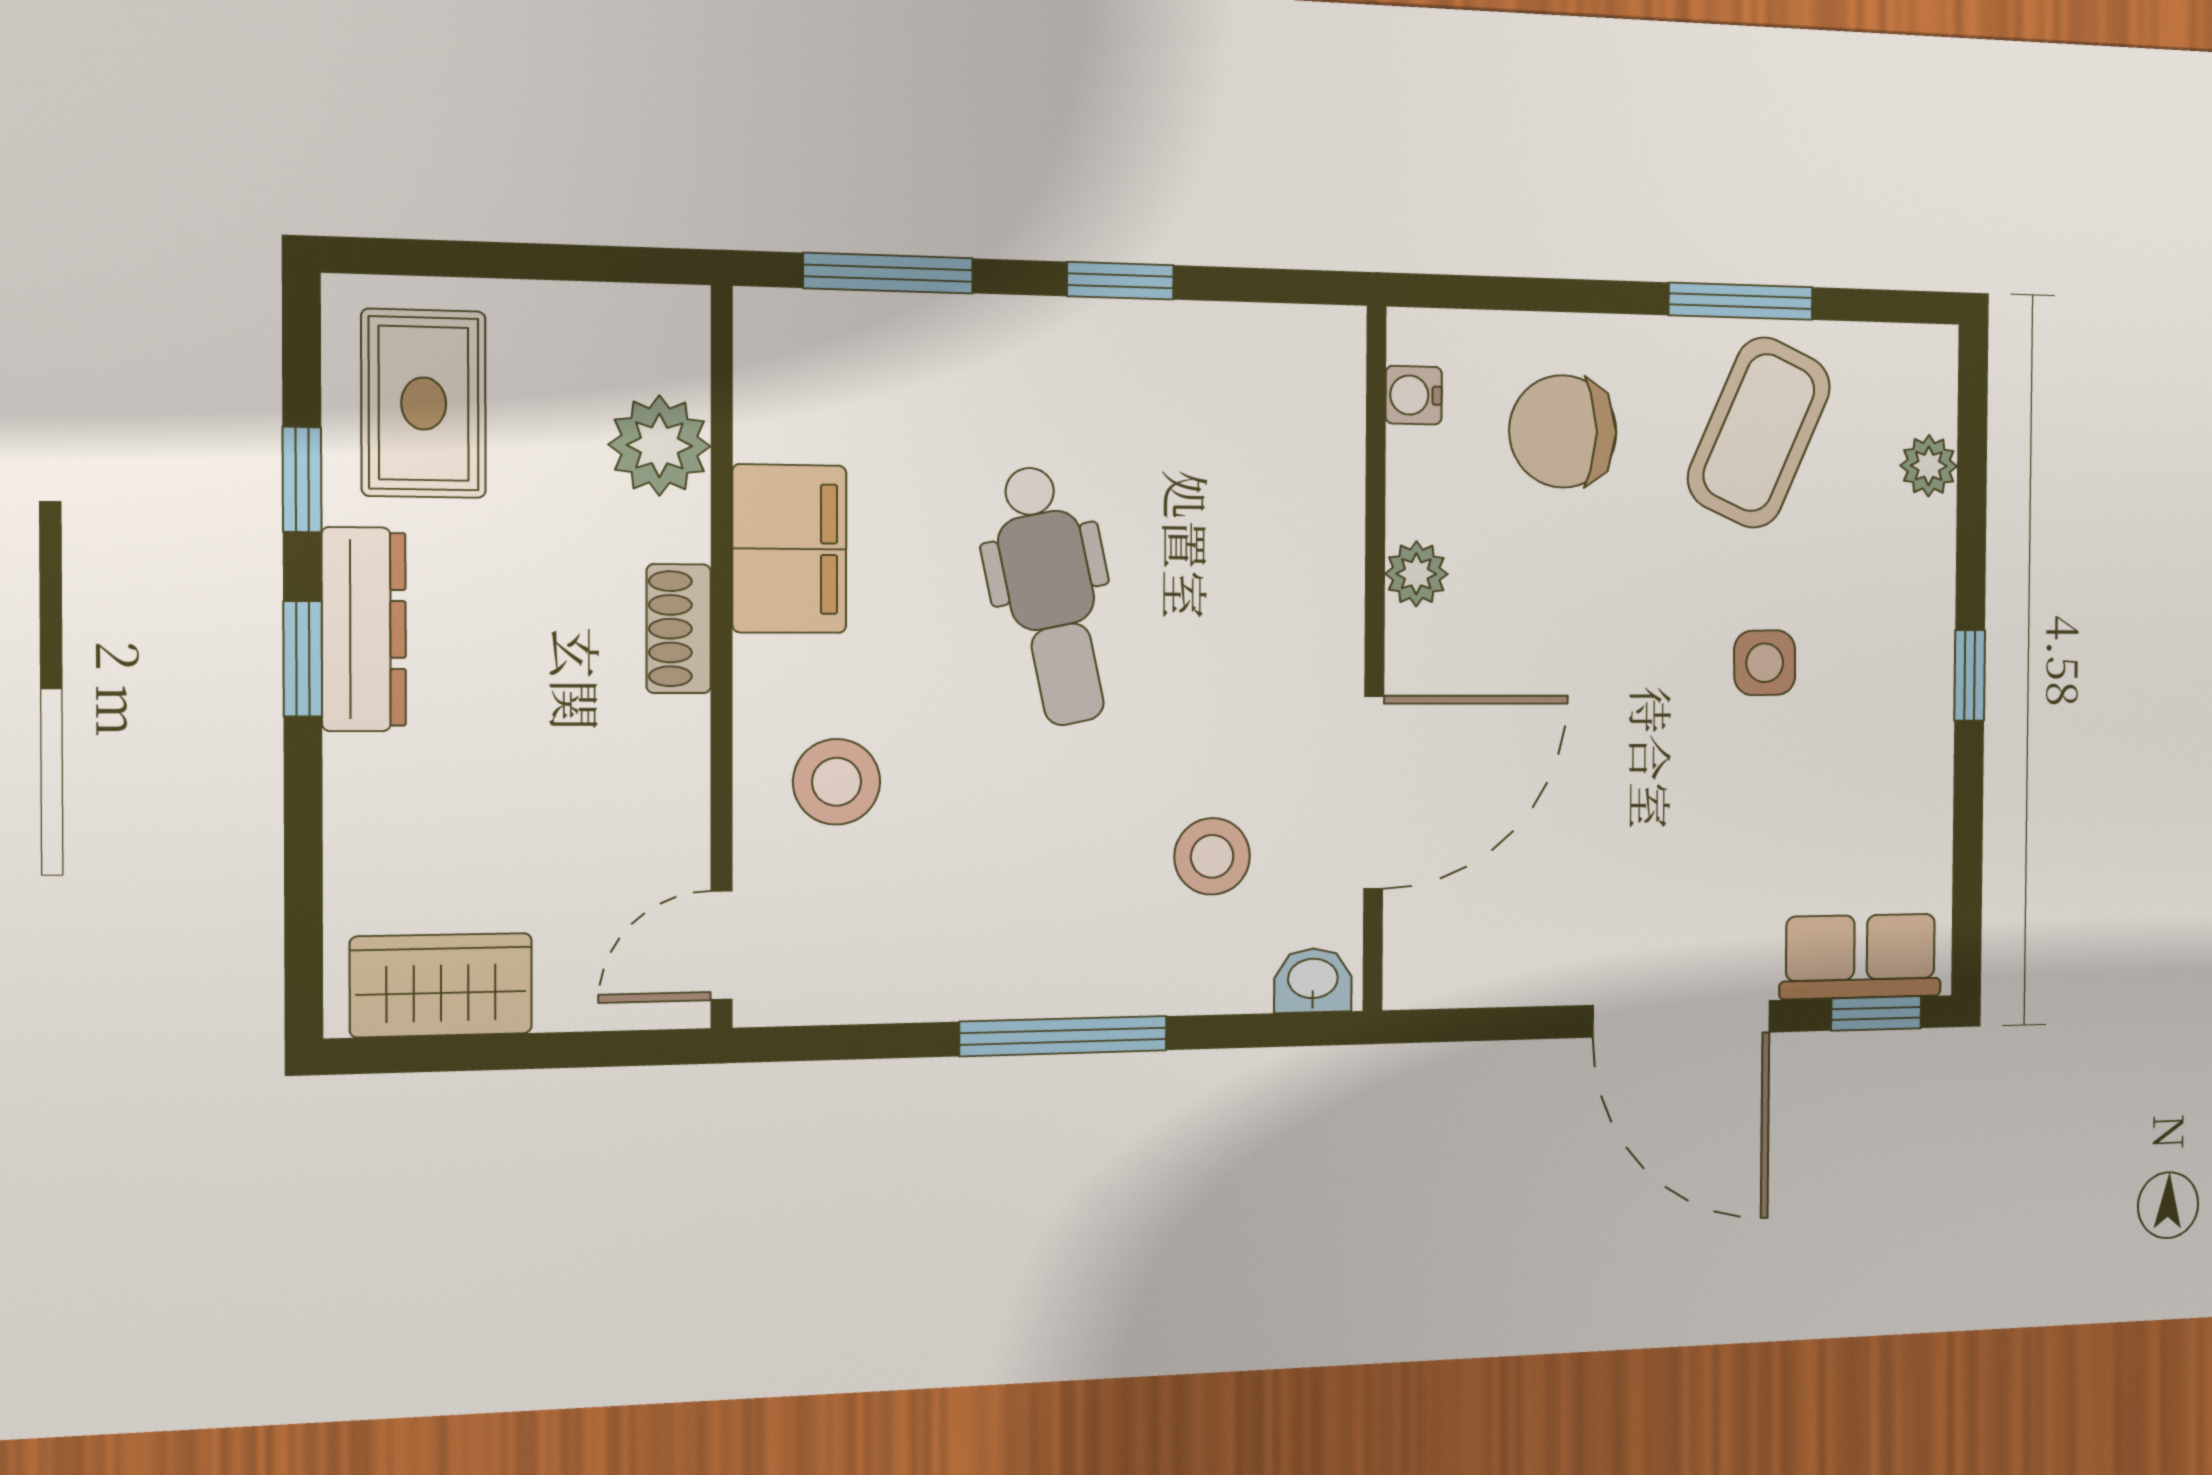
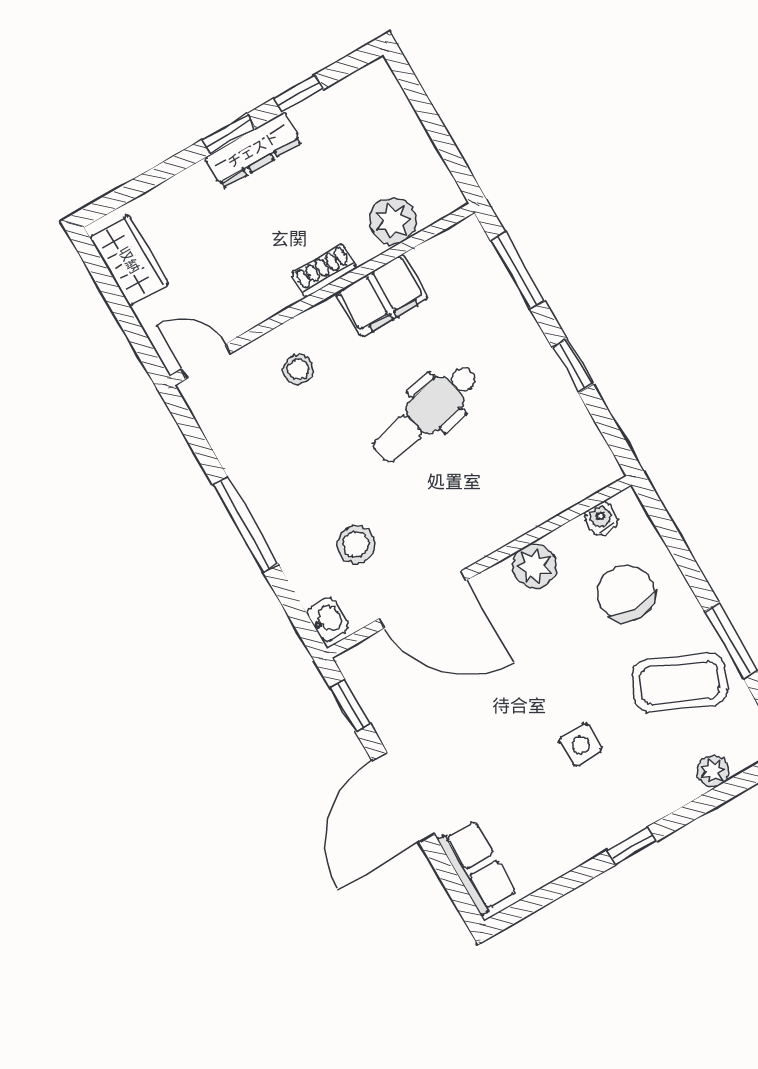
rug: (424, 403) -> (355, 122), removed
plant: (1416, 574) -> (535, 566), width x1.38, depth x1.38
stool: (837, 782) -> (298, 369), width x0.73, depth x0.73
window: (1876, 1013) -> (350, 706), moved

